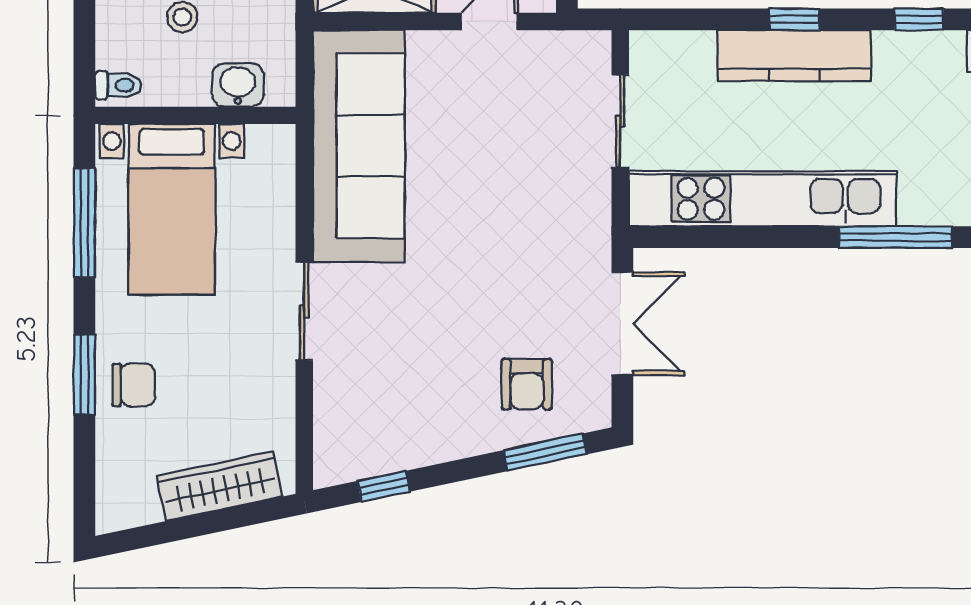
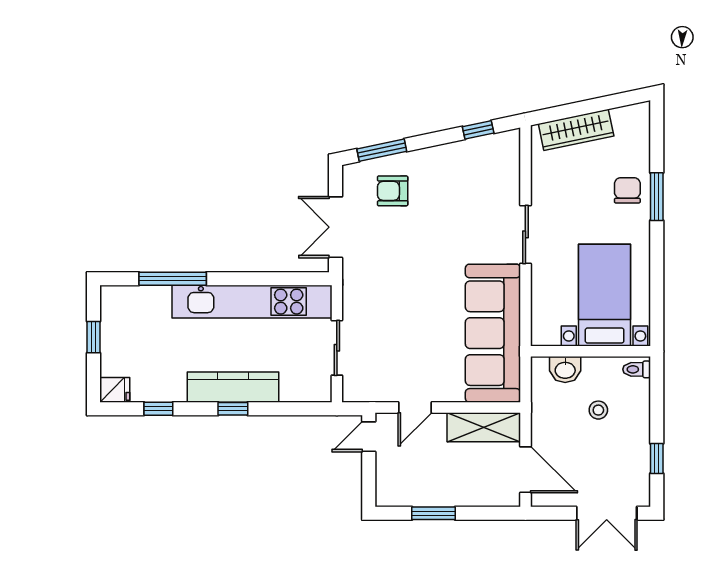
window: (84, 223) -> (657, 287), removed
armchair: (527, 384) -> (393, 191), turned -90
chair: (134, 385) -> (627, 190), turned 90

